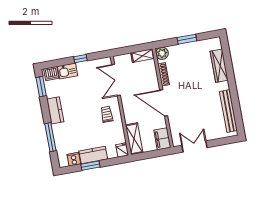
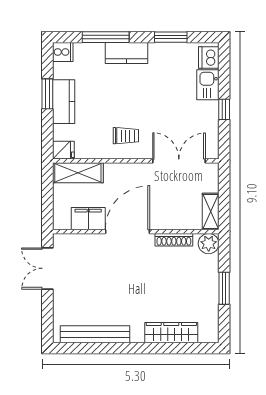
window: (41, 87) -> (171, 37), moved
kitchen counter: (55, 110) -> (126, 53), moved
filing cabinet: (162, 139) -> (88, 219), moved
double door: (194, 146) -> (47, 268), swing flipped
cooker: (74, 159) -> (63, 52), moved

